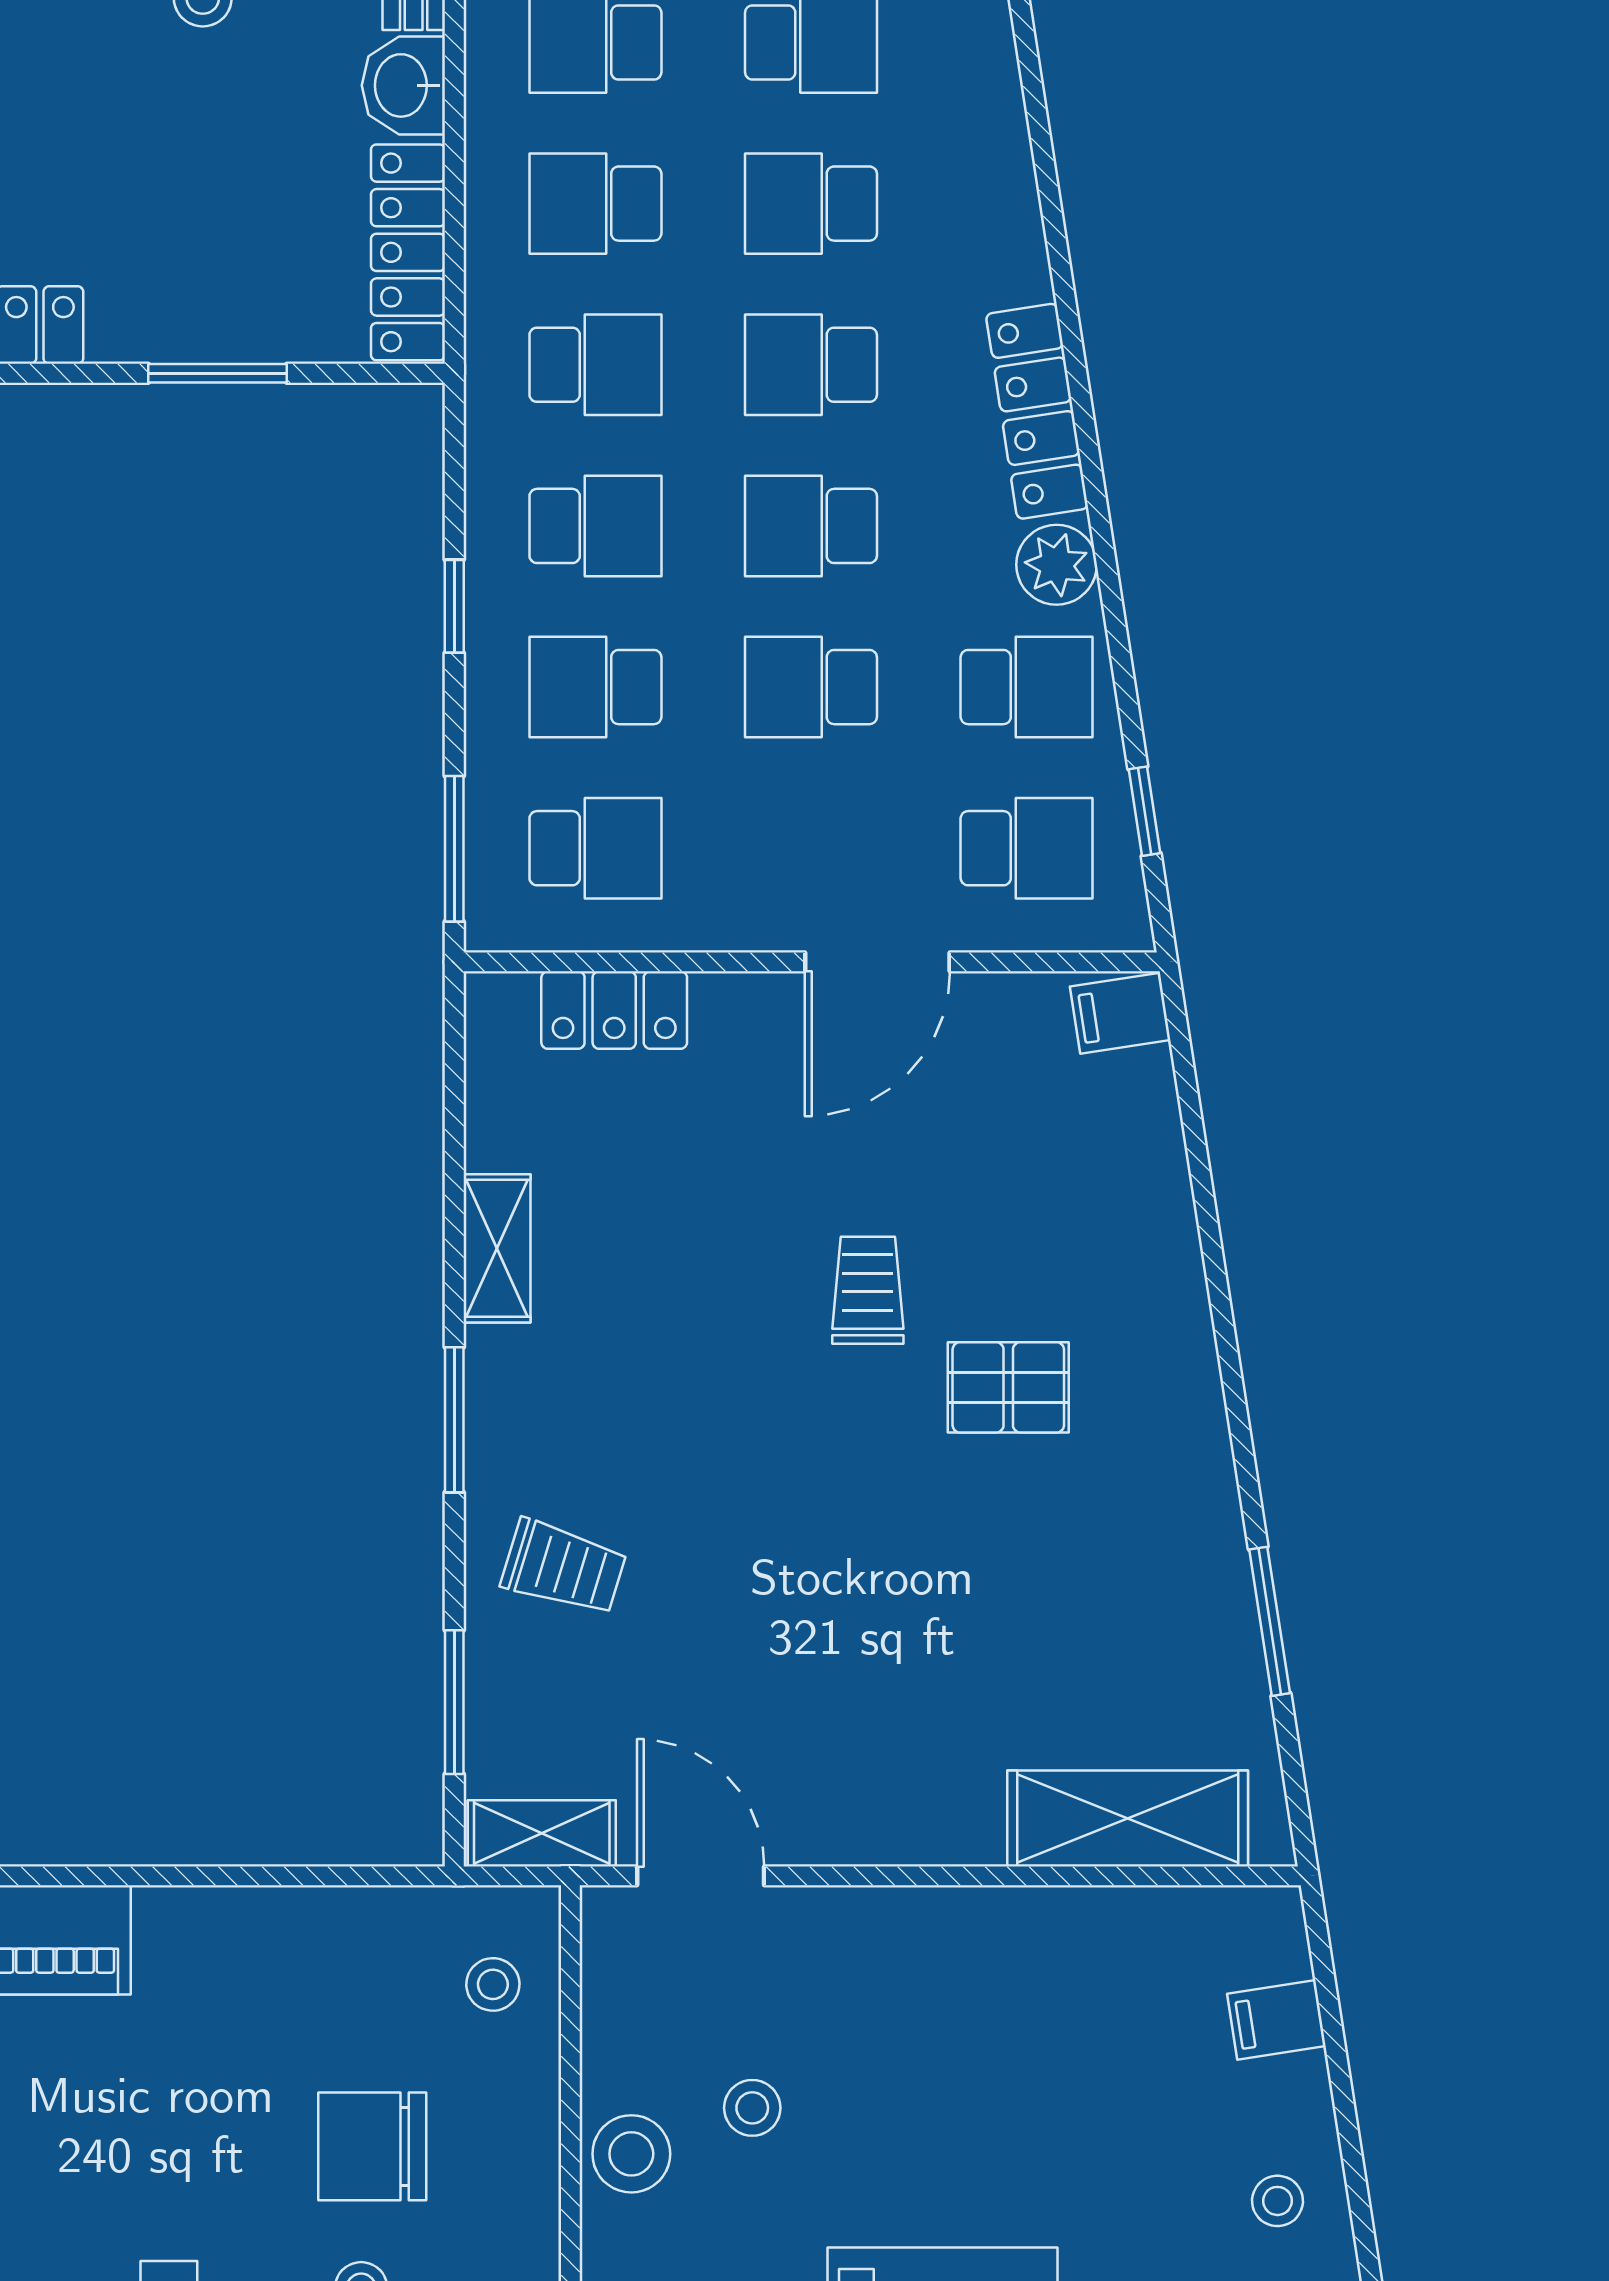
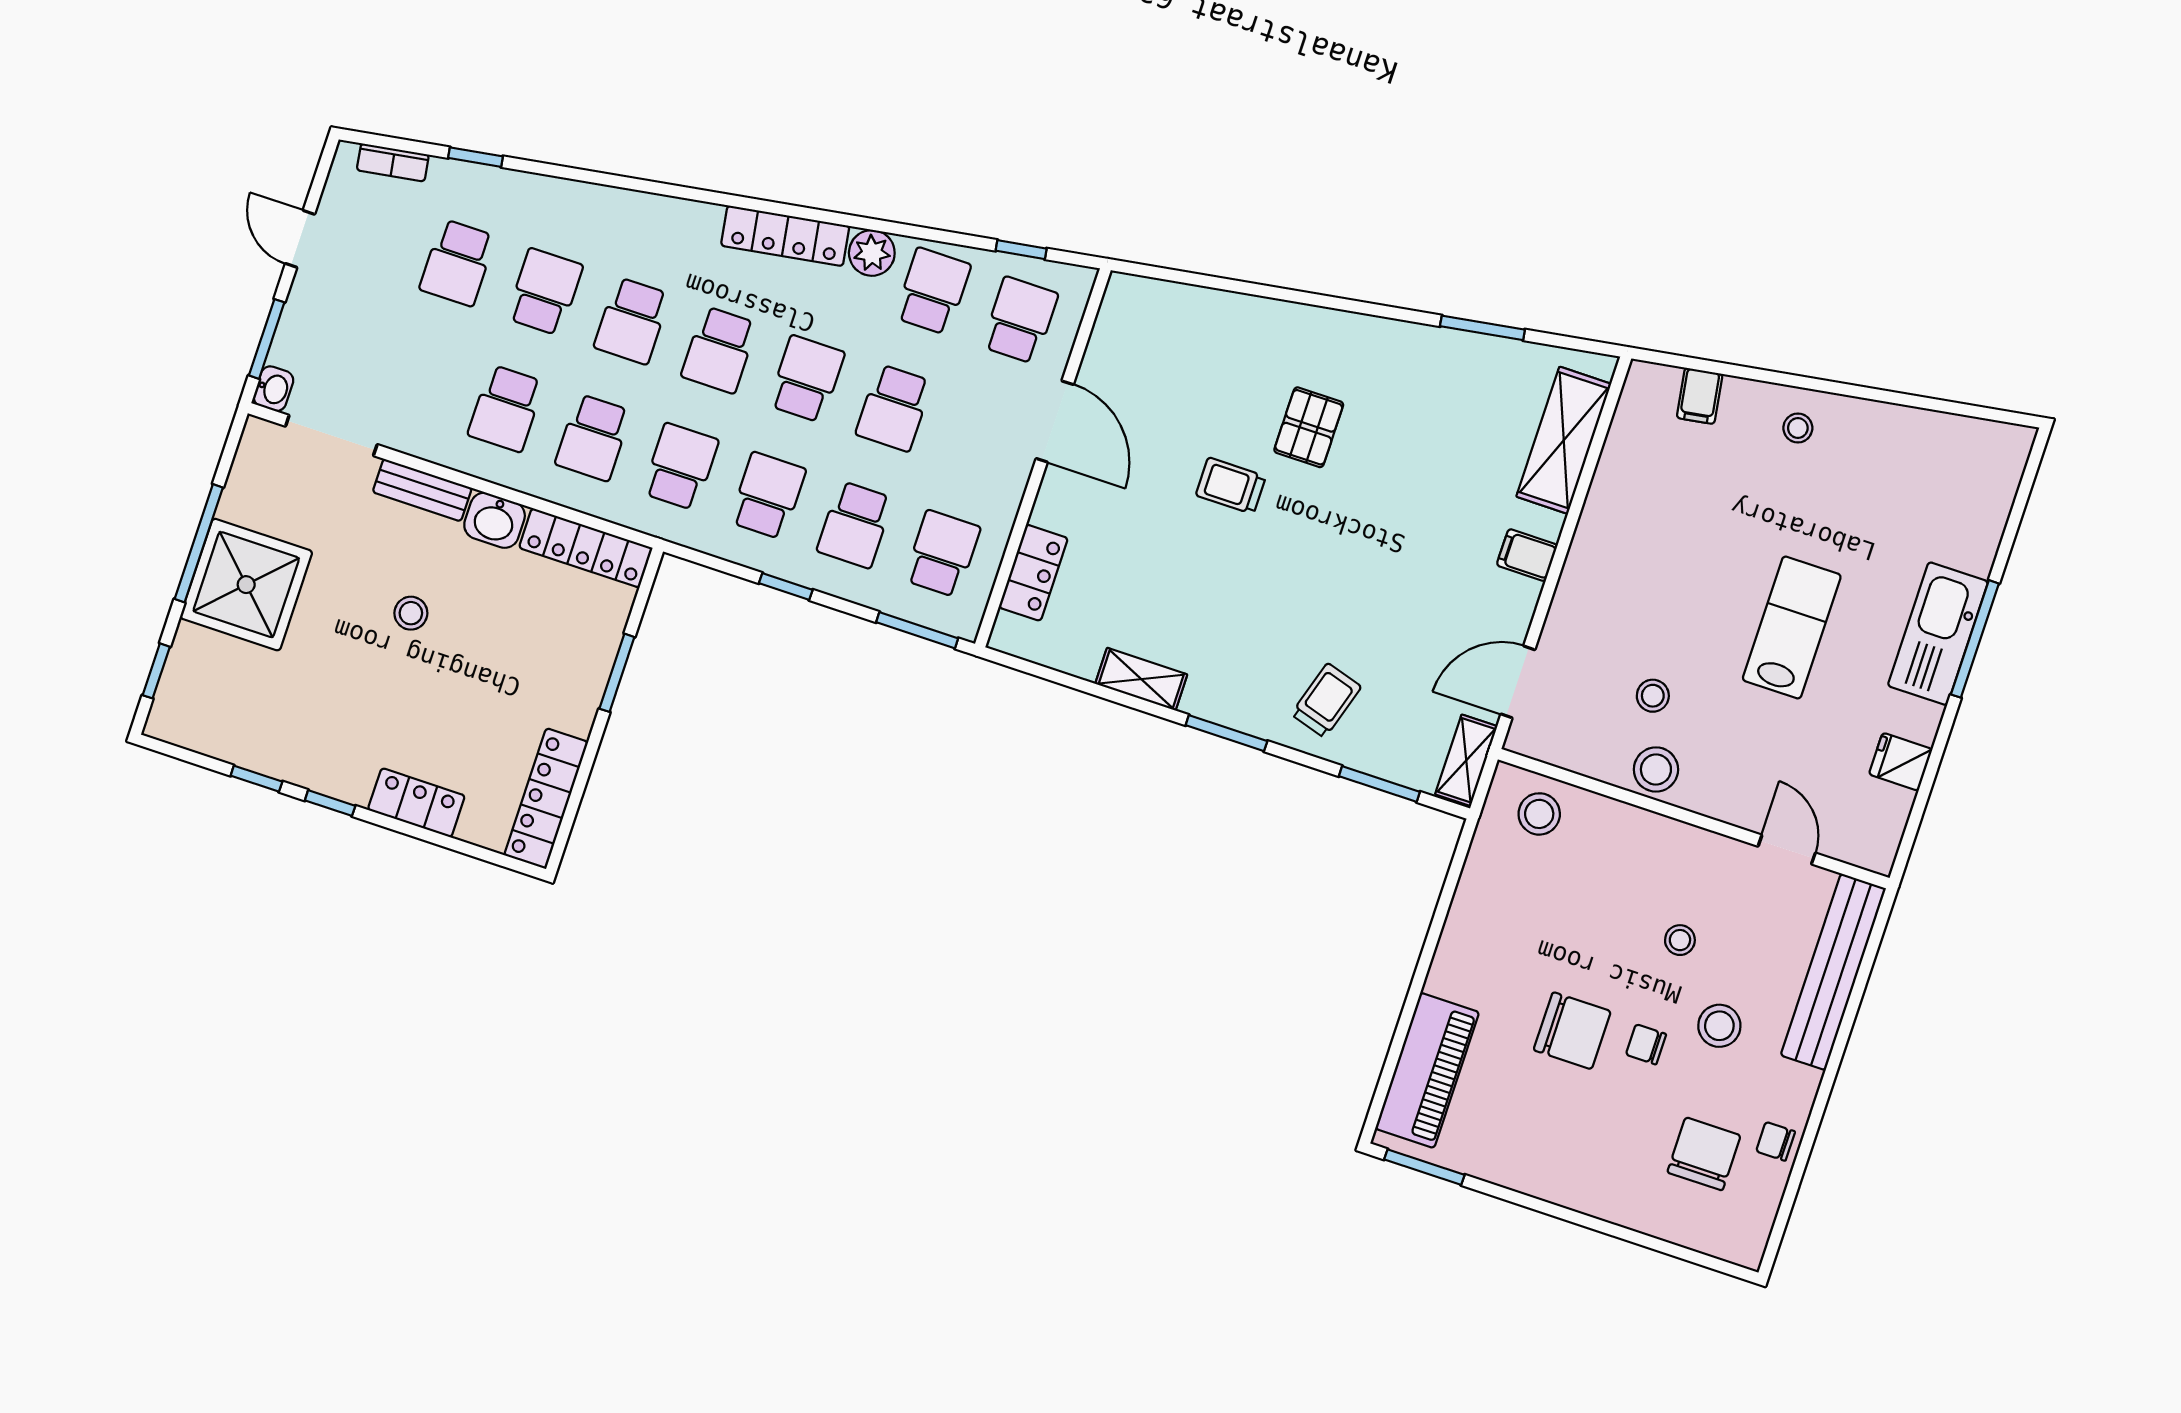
school desk: (811, 526) -> (807, 379), turned 180
filing cabinet: (1120, 1013) -> (1527, 555), moved, turned 99
stool: (493, 1984) -> (1539, 814), width x1.37, depth x1.37
chair: (372, 2146) -> (1572, 1031), moved, turned -90

